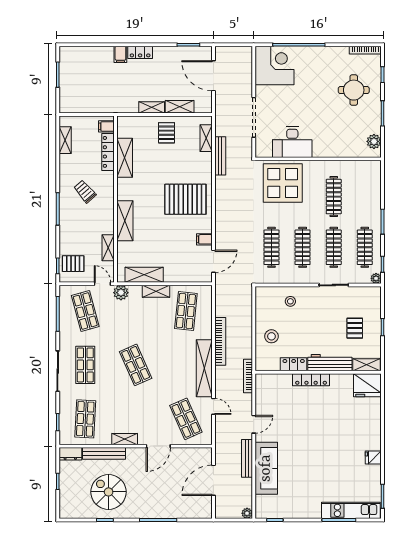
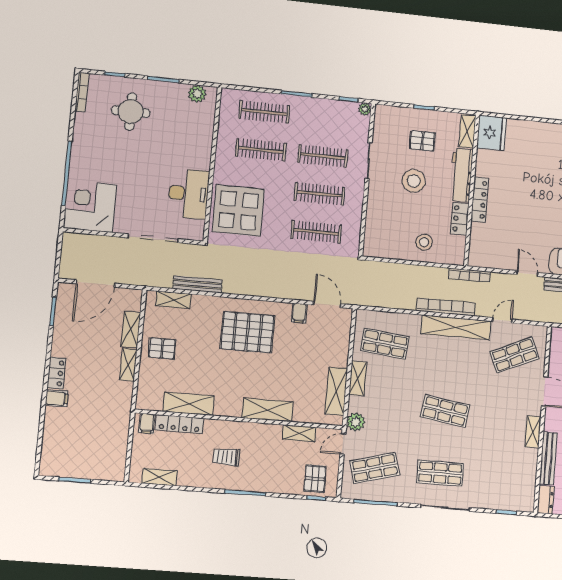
trolley: (85, 191) -> (226, 457), turned 41
pallet: (185, 199) -> (247, 332), turned 90
clothes rail: (365, 247) -> (264, 112), moved
stool: (290, 301) -> (414, 181), moved, width x1.89, depth x1.89
bookcase: (220, 341) -> (446, 307), moved
shop shelf: (136, 365) -> (445, 411), turned 33
shop shelf: (85, 419) -> (505, 478), removed

